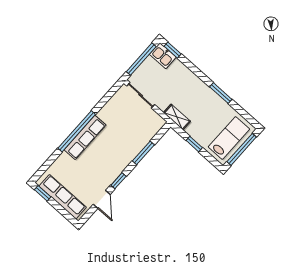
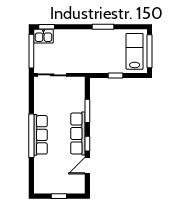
shelving: (177, 117) -> (88, 68), removed
window: (43, 193) -> (59, 196), moved
row of seats: (63, 197) -> (78, 133), moved, turned -90
door: (102, 199) -> (87, 166), swing flipped

